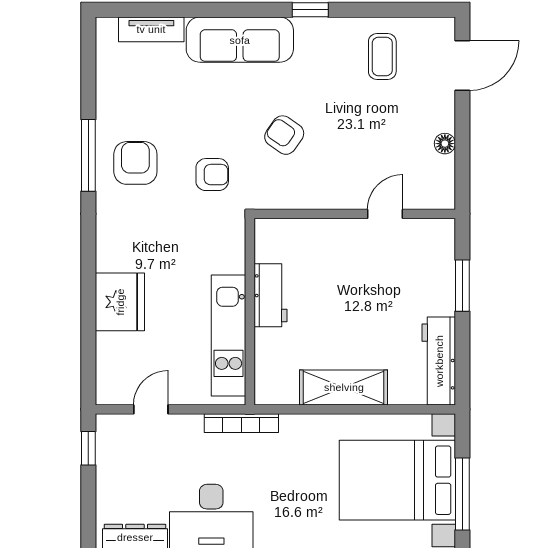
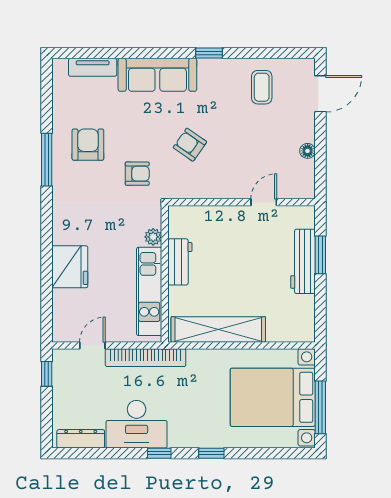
armchair: (135, 163) -> (88, 145), moved
plant: (234, 261) -> (153, 237), added
workbench: (439, 361) -> (303, 261), moved
shelving: (344, 387) -> (218, 329), width x1.47
bookcase: (241, 423) -> (146, 358), width x1.48, depth x1.31

